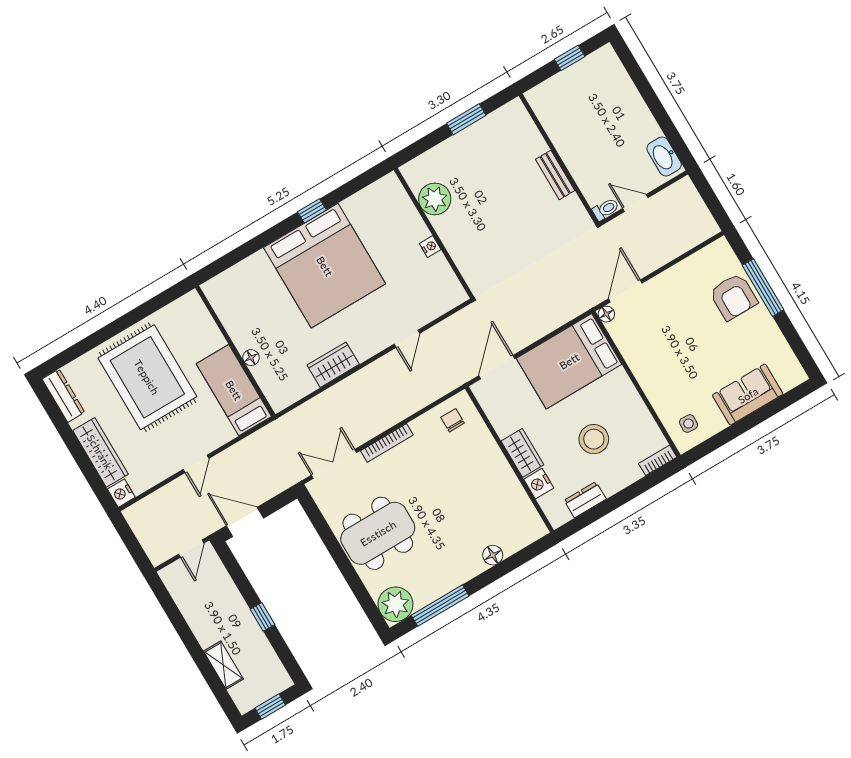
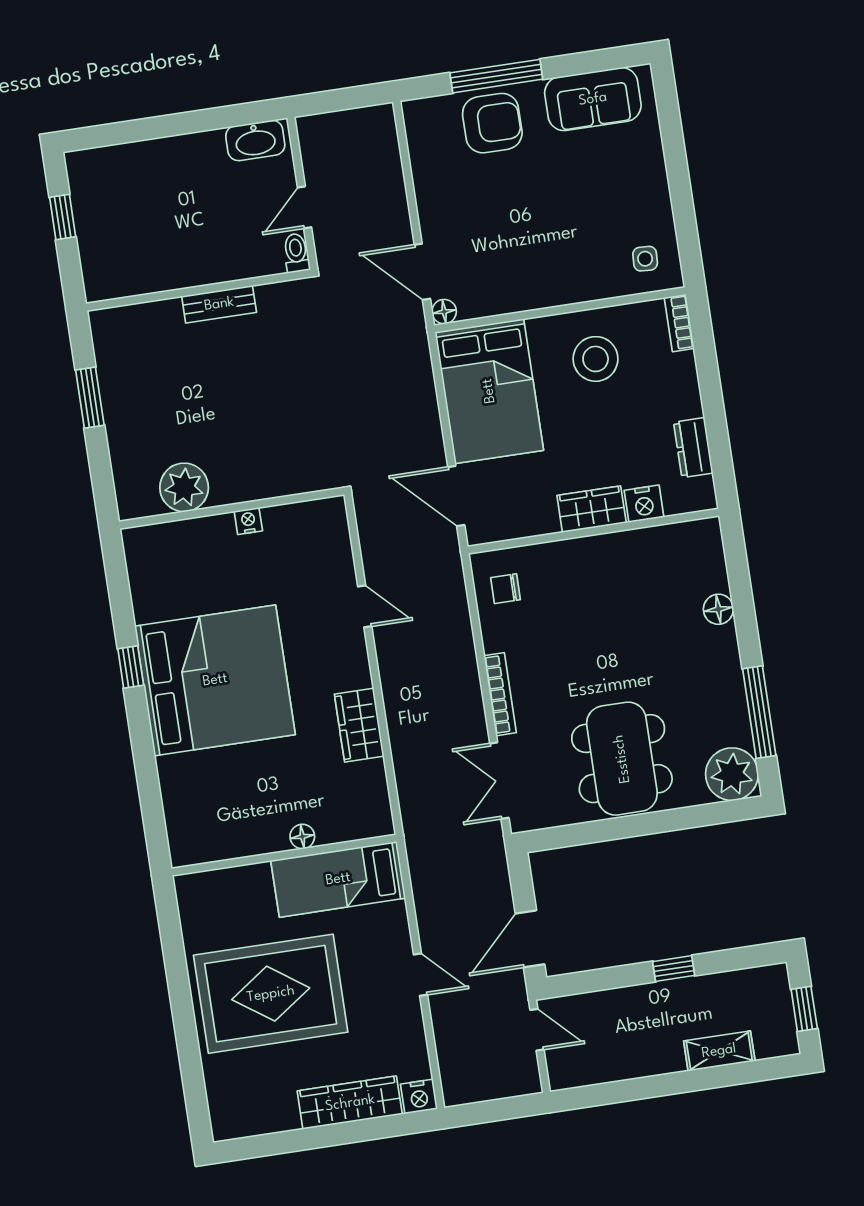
sofa: (748, 395) -> (593, 99), moved, turned -90
dresser: (63, 396) -> (249, 1122), removed
stool: (594, 439) -> (596, 359), moved

